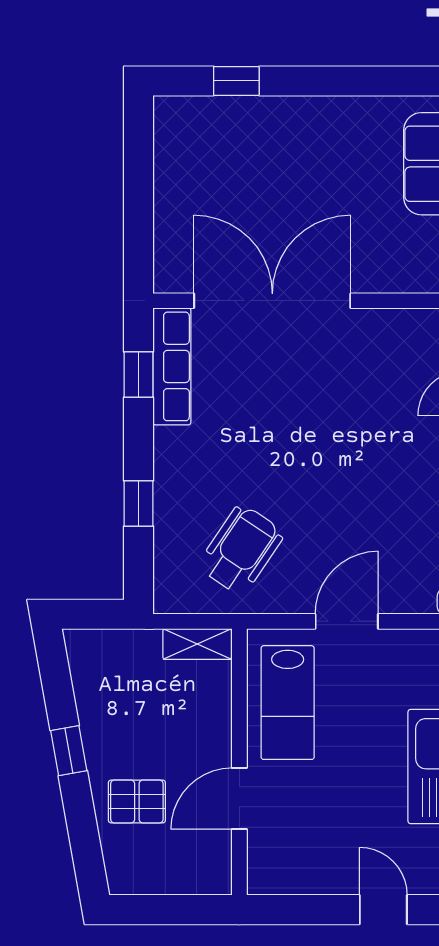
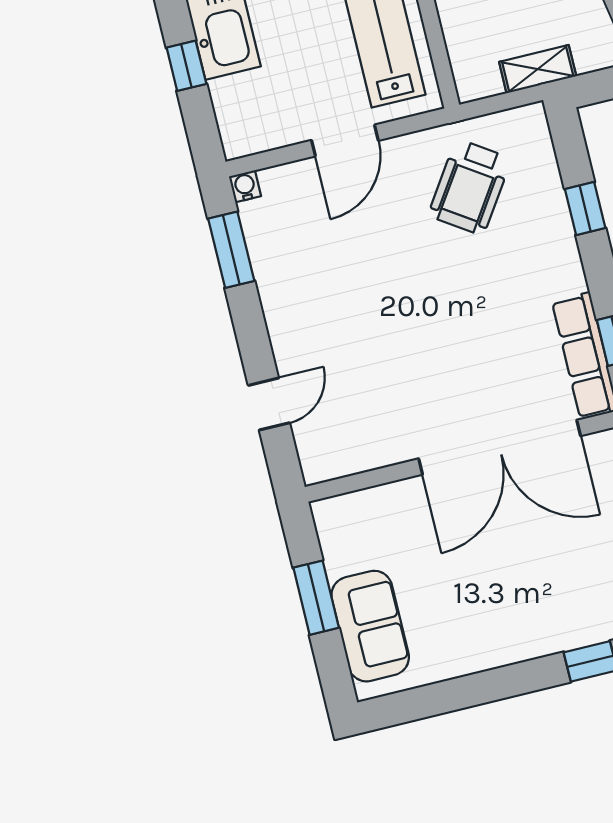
shelving: (197, 644) -> (538, 69), moved

